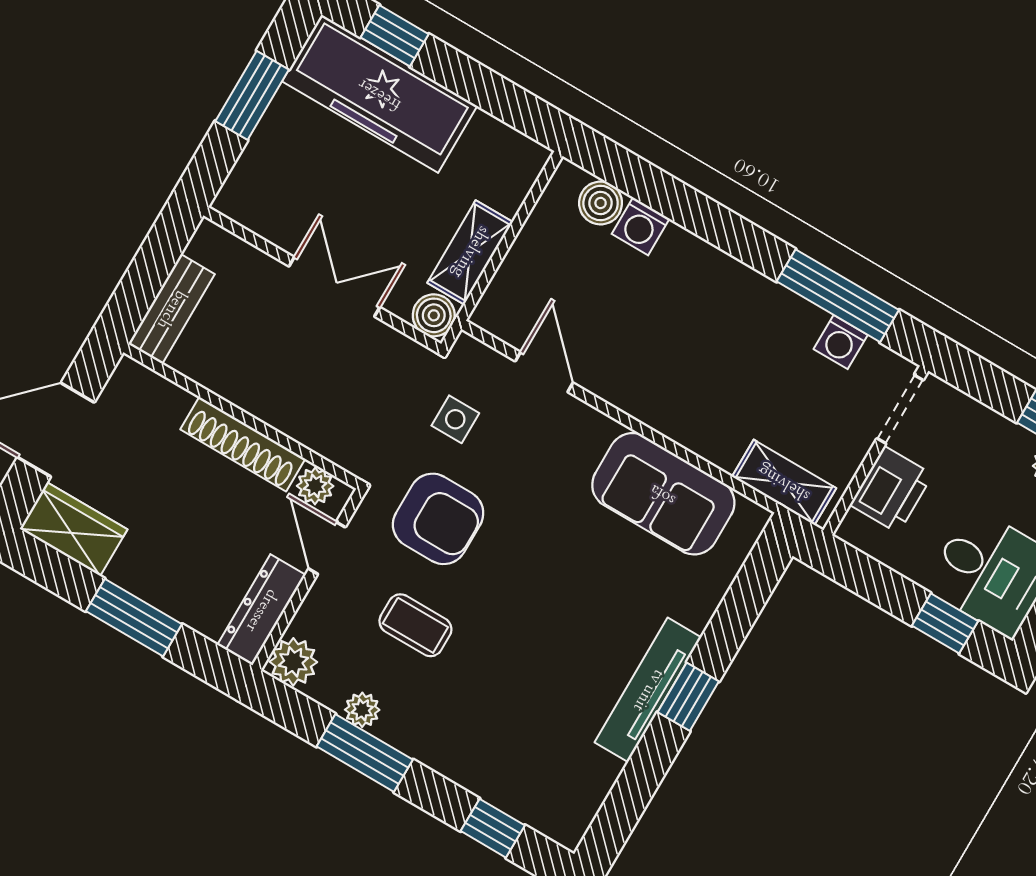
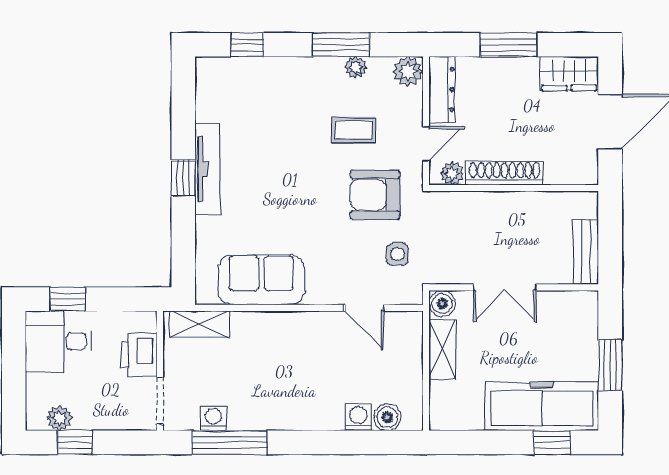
bench: (171, 309) -> (586, 252), moved
door: (327, 548) -> (426, 144), hinge flipped

